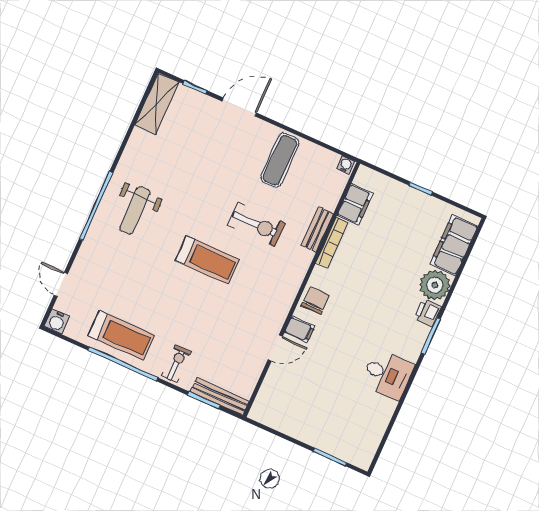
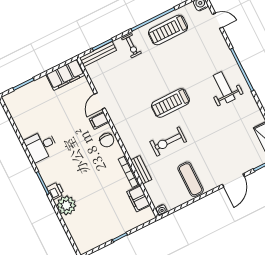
filing cabinet: (454, 245) -> (65, 75), moved, turned 90

